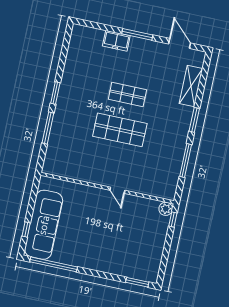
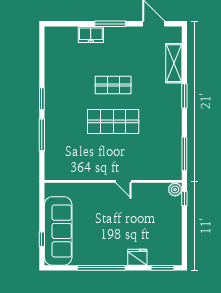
window: (186, 161) -> (184, 154), moved
window: (54, 264) -> (101, 268), moved
fridge: (115, 267) -> (137, 257), added

